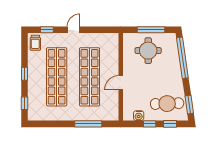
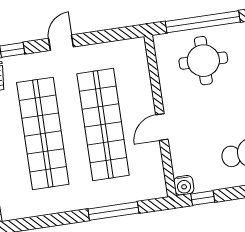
window: (151, 30) -> (203, 22), width x1.46
water cooler: (139, 116) -> (184, 185), moved
window: (150, 124) -> (203, 198), moved

